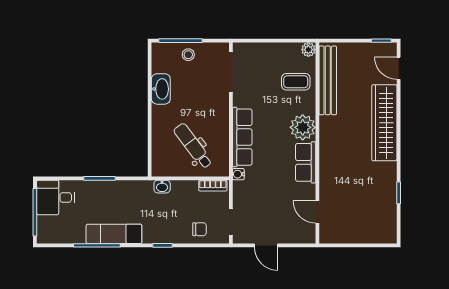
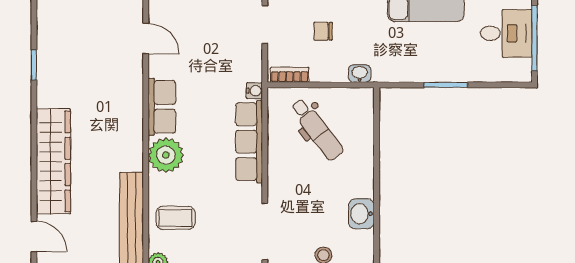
washbasin: (161, 89) -> (361, 214), width x0.72
desk: (56, 197) -> (506, 33), moved
chair: (199, 229) -> (323, 31), moved

